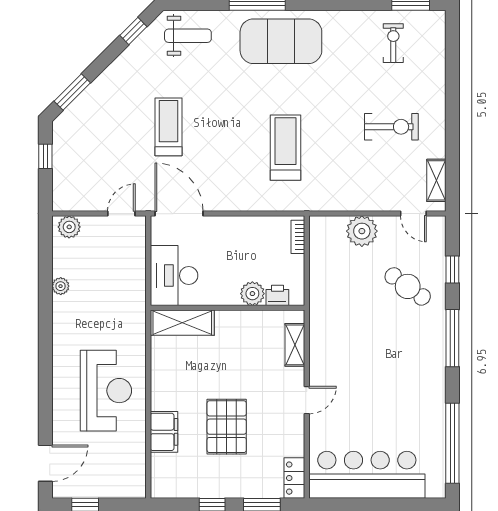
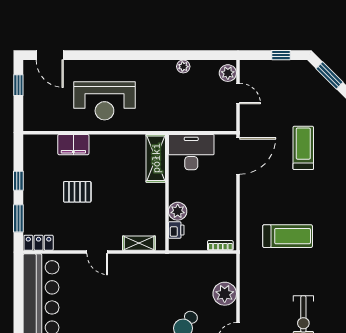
treadmill: (169, 127) -> (303, 148), turned -90
door: (121, 214) -> (238, 93), moved
pallet: (227, 427) -> (77, 192), width x0.67, depth x0.71

